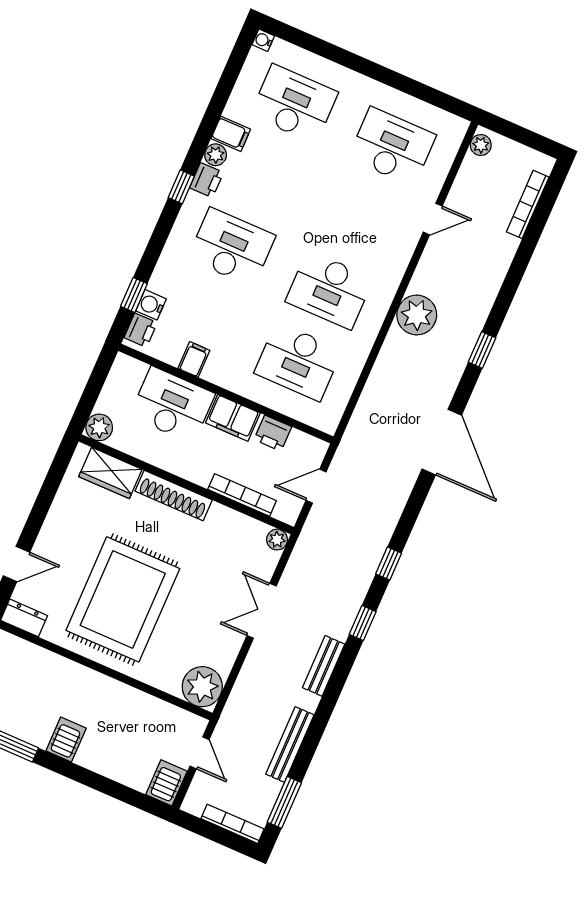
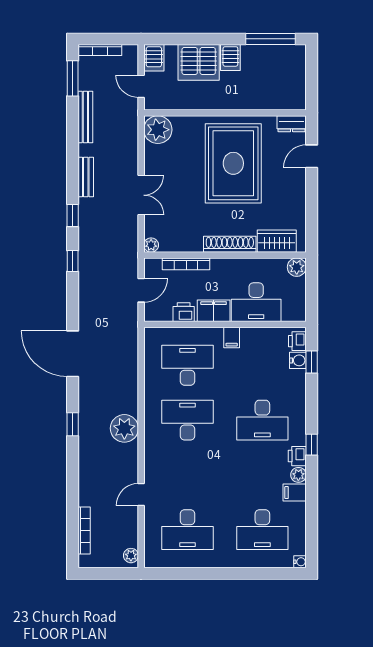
filing cabinet: (194, 359) -> (232, 337), moved
server rack: (110, 751) -> (199, 62), added

